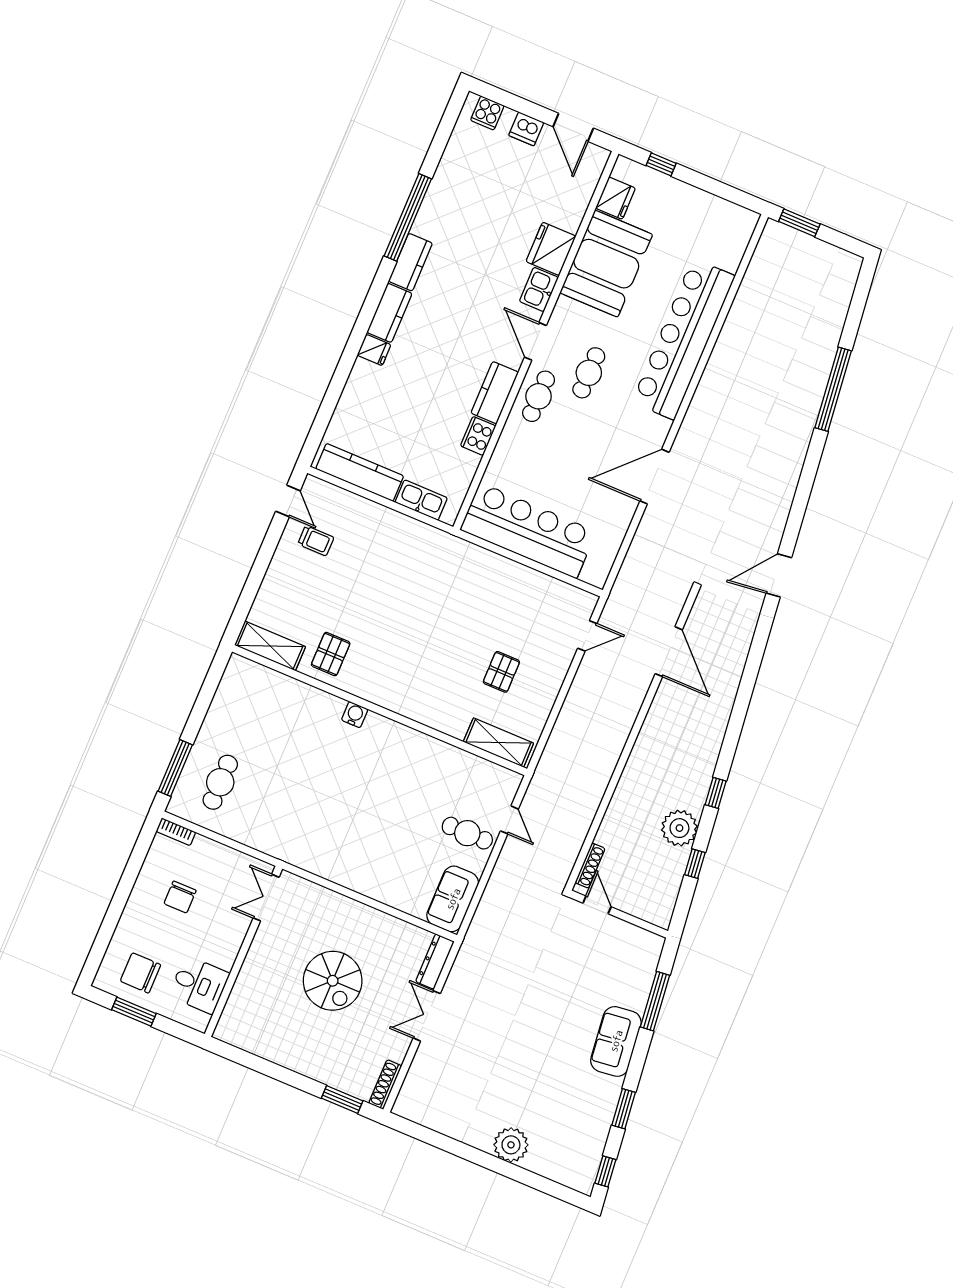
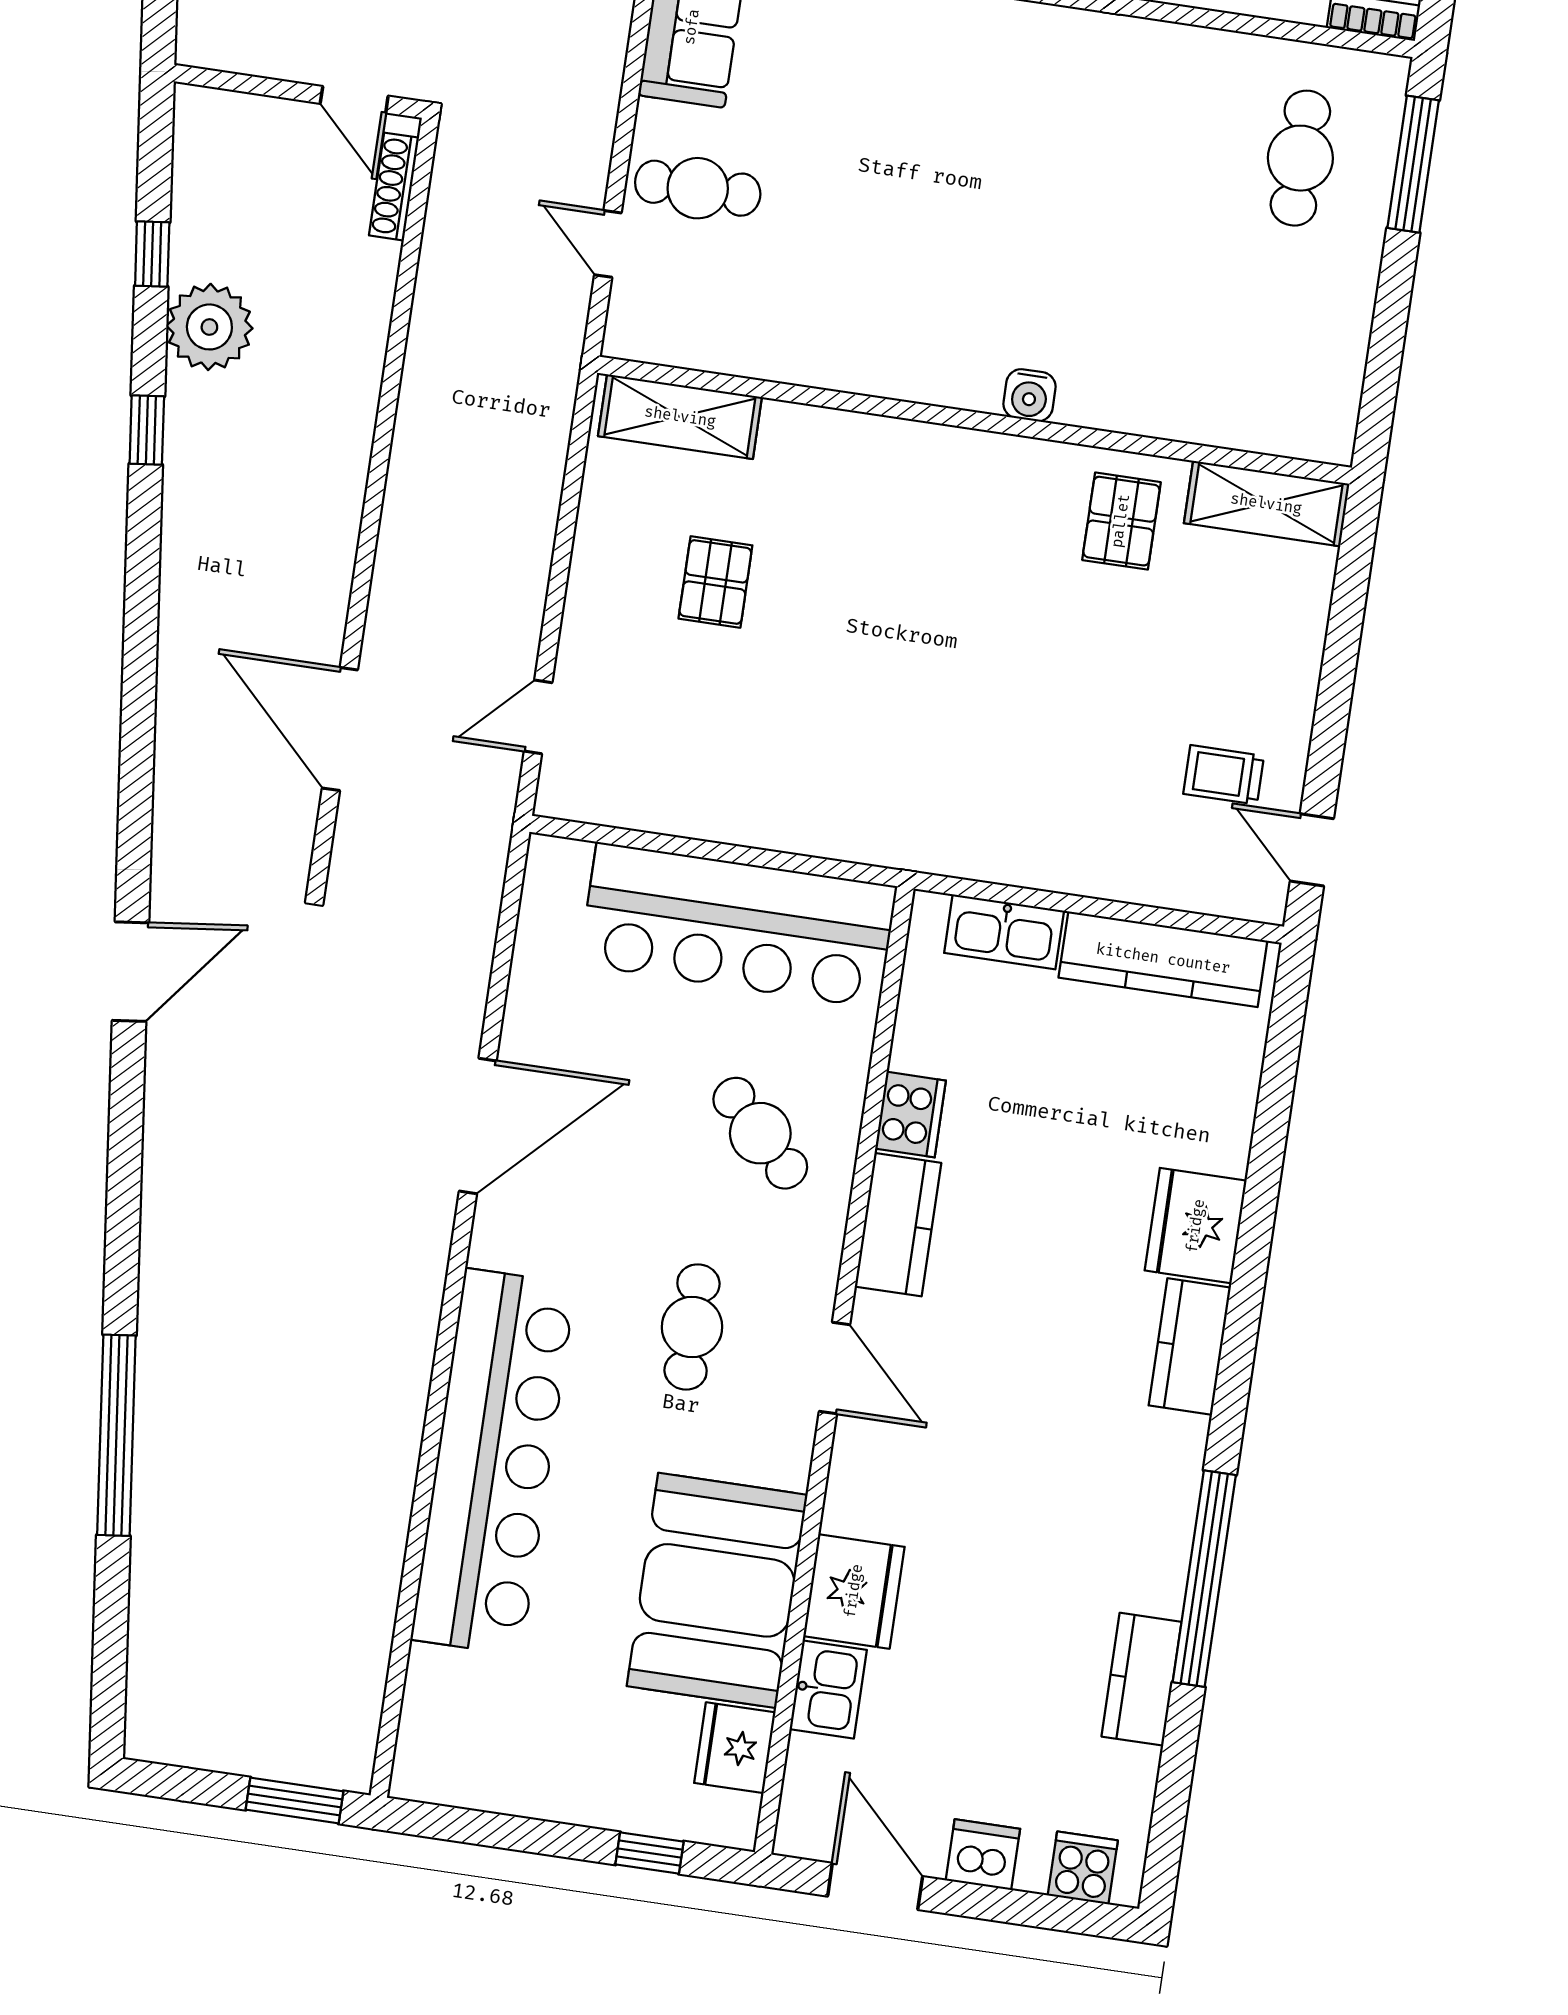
kitchen counter: (410, 262) -> (1141, 1679), moved
kitchen sink: (539, 289) -> (828, 1690), moved
fridge: (374, 350) -> (1196, 1226), width x1.88, depth x1.34
cafe table: (539, 396) -> (760, 1133), moved, turned -45

